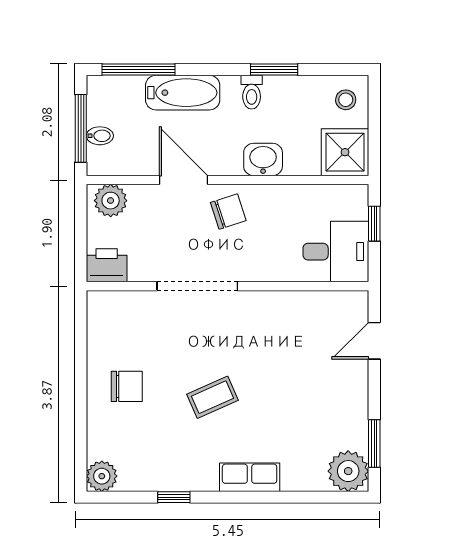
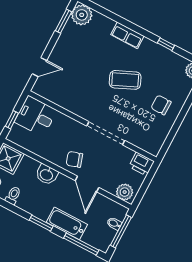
window: (274, 70) -> (41, 223), moved
toilet: (252, 92) -> (13, 195), moved
coffee table: (213, 397) -> (125, 80), width x1.36, depth x1.30

